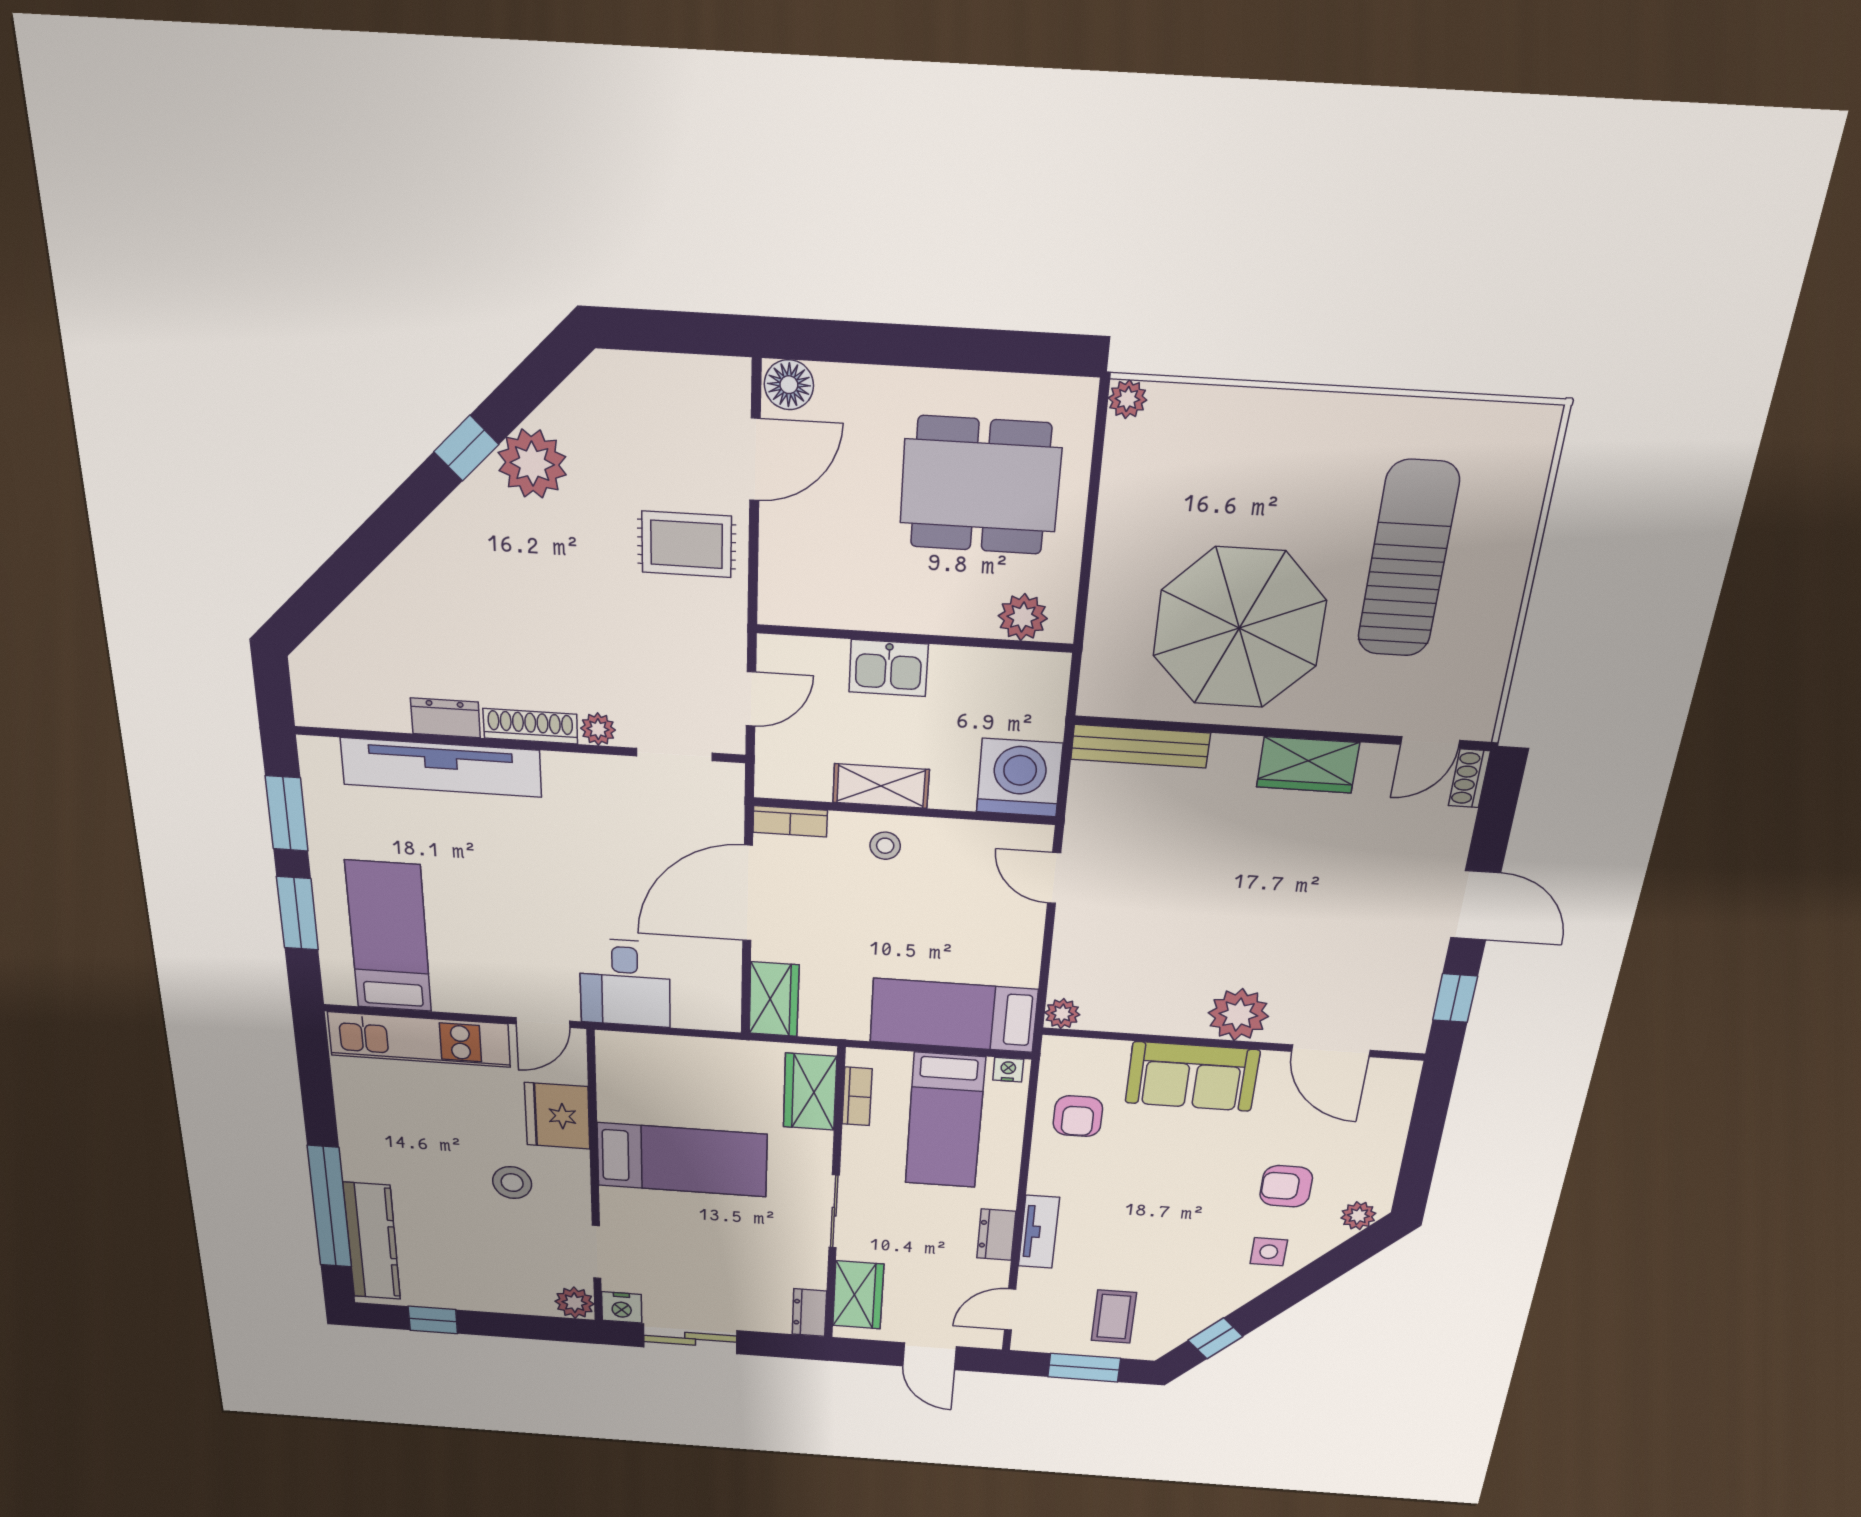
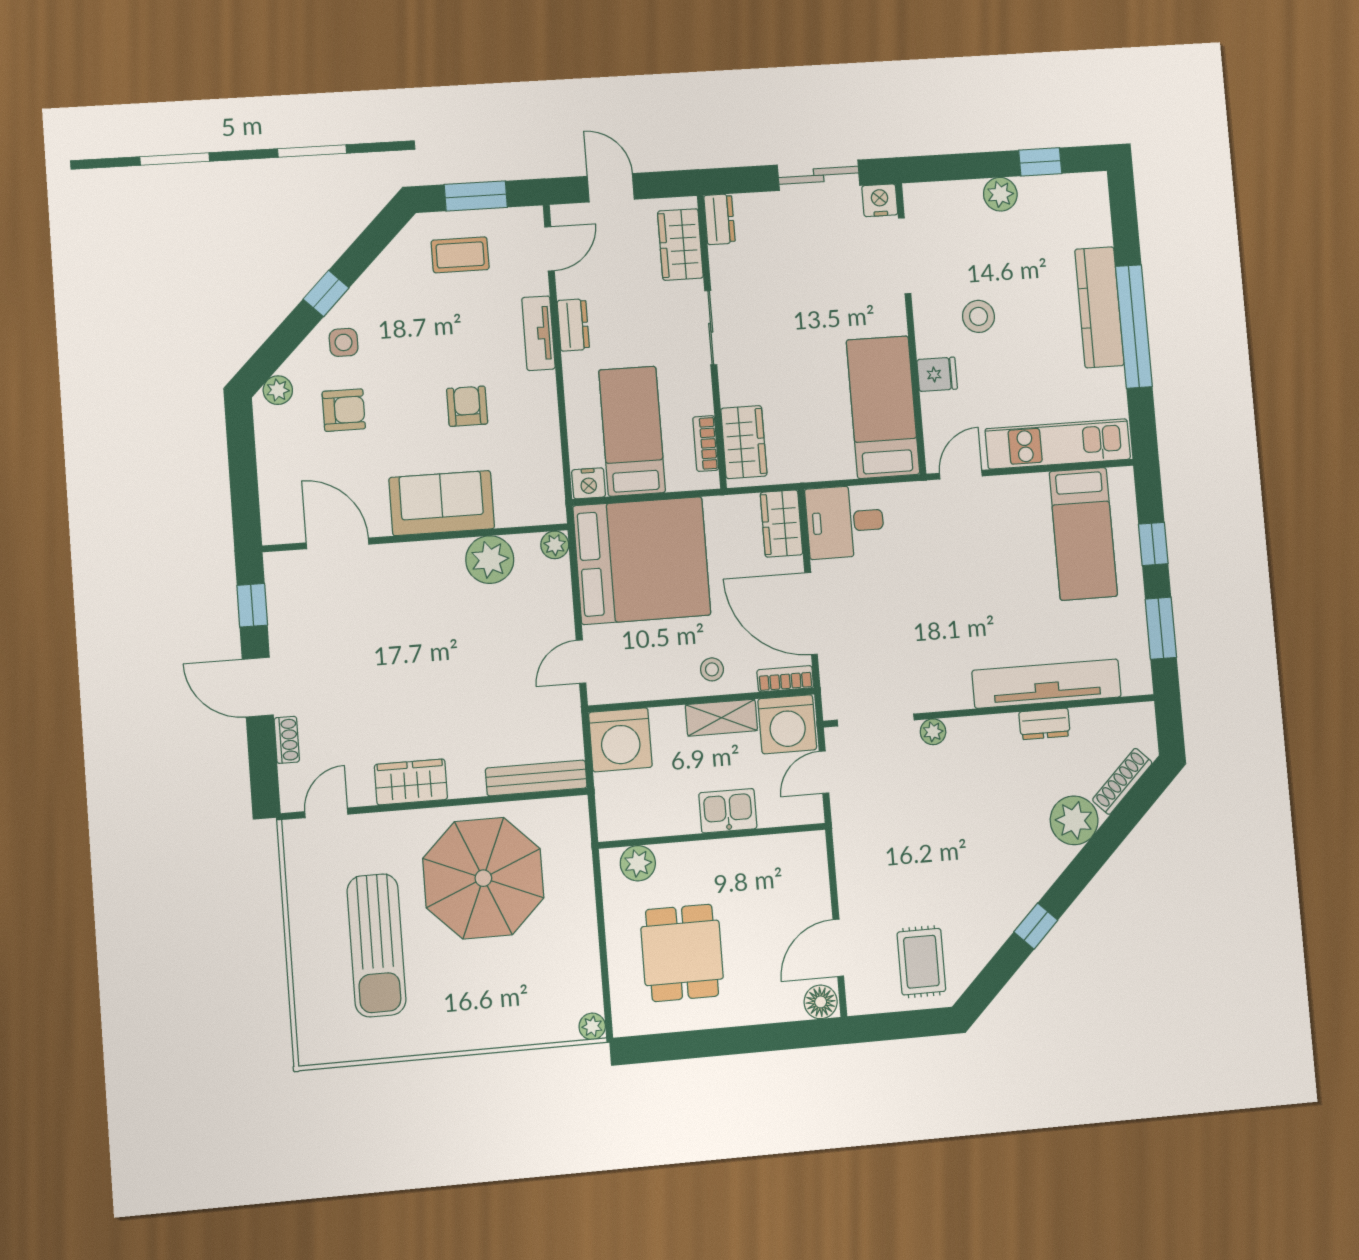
plant: (532, 464) -> (1074, 820), moved
dining table: (980, 486) -> (682, 953), width x0.73
rug: (687, 544) -> (921, 962), moved, turned 90
shoe rack: (530, 726) -> (1122, 781), moved, turned 135
doorway: (674, 755) -> (876, 720), width x1.38
washing machine: (794, 766) -> (787, 724), added
shoe rack: (1469, 778) -> (287, 740), moved
door: (1054, 878) -> (581, 662), swing flipped
door: (748, 893) -> (811, 614), swing flipped
window: (298, 913) -> (1153, 544), width x0.67
desk: (625, 983) -> (845, 522), moved, turned -90
bed: (953, 1015) -> (642, 561), width x2.04
plant: (1238, 1015) -> (490, 560), moved
nightstand: (1008, 1070) -> (589, 483), width x1.39, depth x1.35
fridge: (557, 1116) -> (937, 374), width x0.53, depth x0.75
armchair: (1078, 1116) -> (467, 406), moved
bed: (682, 1160) -> (883, 407), moved, turned 90
window: (330, 1207) -> (1134, 327), moved
kitchen counter: (372, 1241) -> (1099, 307), moved
doorway: (597, 1252) -> (905, 256), width x1.38
plant: (575, 1303) -> (1000, 194), moved
coffee table: (1114, 1317) -> (460, 255), turned 90
window: (1215, 1338) -> (326, 294), moved

